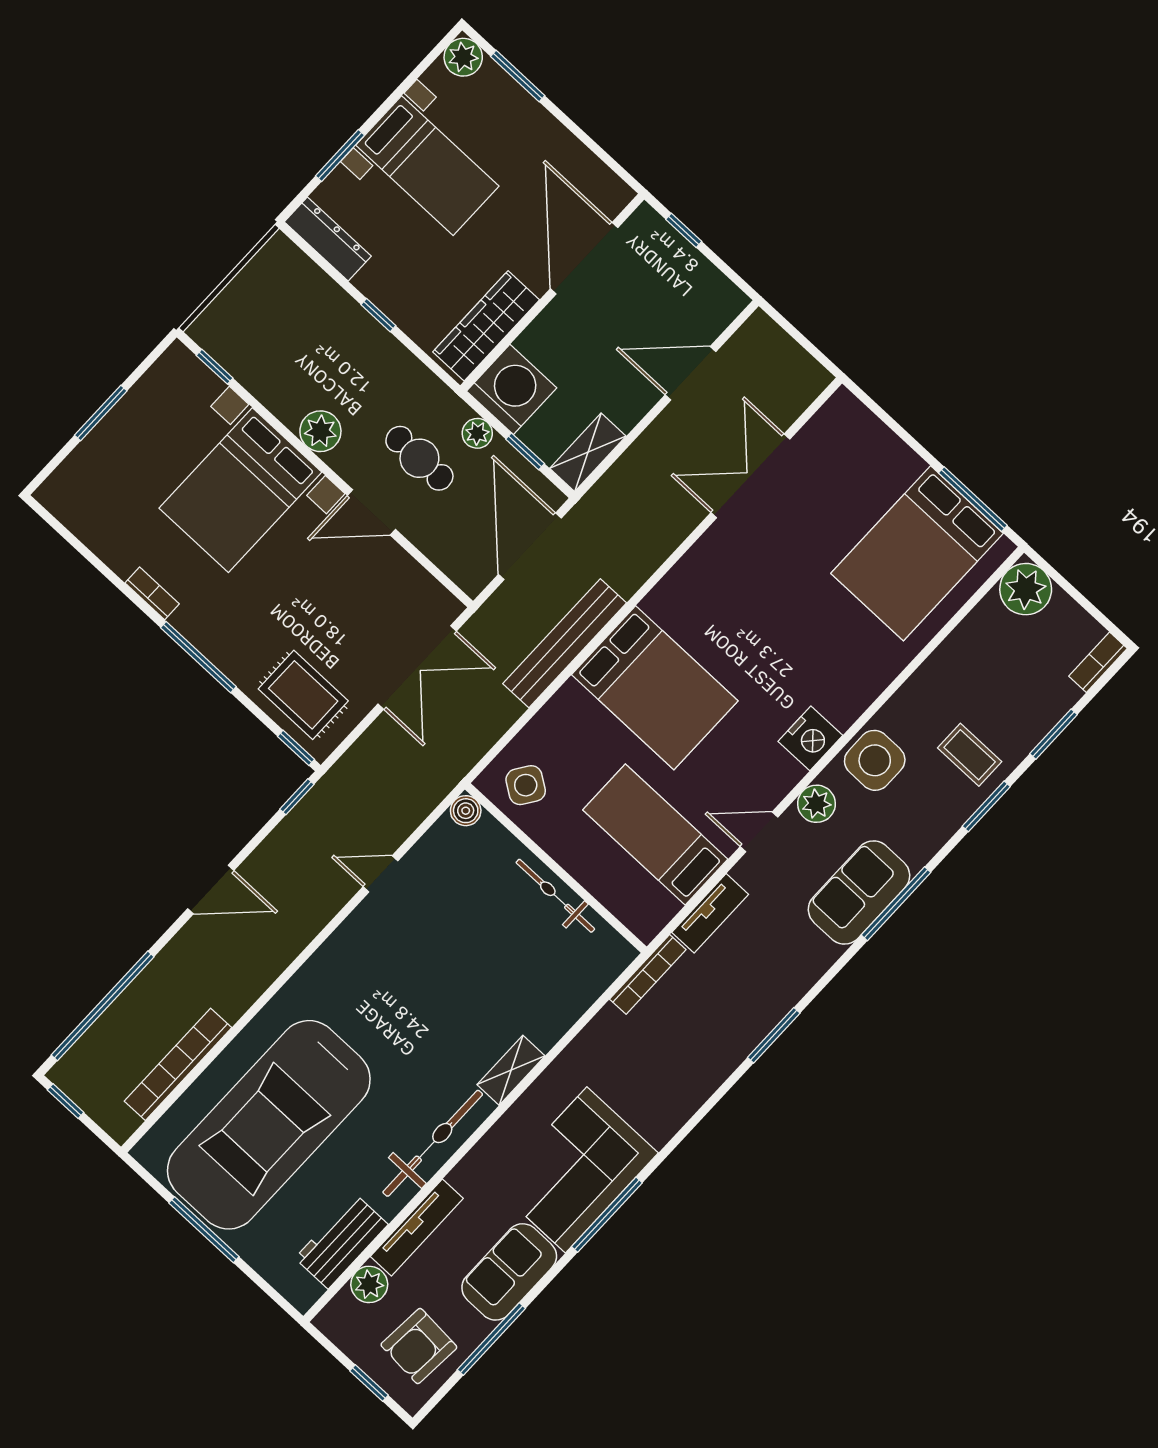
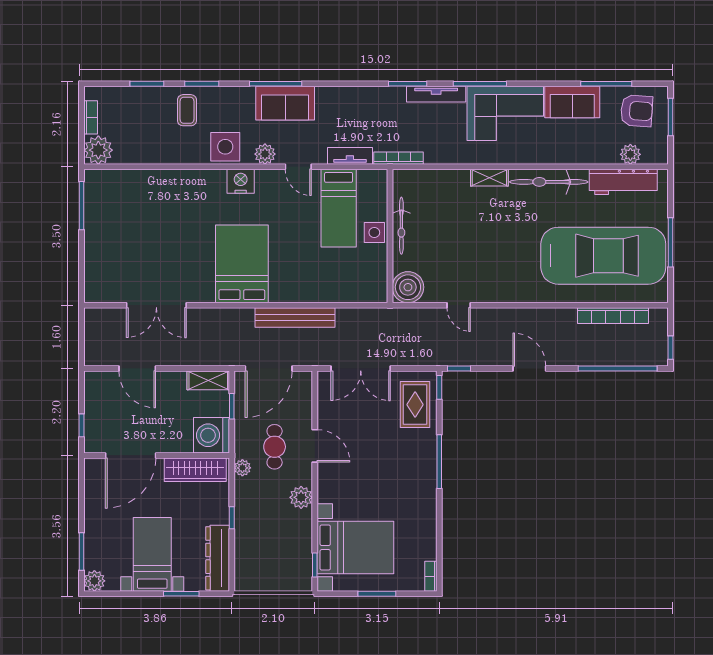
dresser: (328, 239) -> (218, 558), width x1.37, depth x1.24
plant: (477, 433) -> (242, 468), moved
bed with nightstands: (240, 490) -> (355, 548), moved
bed: (917, 553) -> (125, 208), removed
bookcase: (152, 593) -> (431, 576), moved
bookcase: (1098, 662) -> (91, 117), moved, turned -90
double door: (417, 667) -> (361, 368), swing flipped
bed: (655, 688) -> (242, 264), moved
side table: (526, 785) -> (374, 233), moved, turned -34
boiler: (466, 811) -> (408, 287), width x1.86, depth x1.86
window: (774, 1035) -> (408, 84), moved
window: (607, 1215) -> (480, 84), moved
tv unit: (417, 1227) -> (436, 94), moved, turned 180
workbench: (341, 1241) -> (623, 182), width x1.38
window: (369, 1383) -> (671, 117), width x1.50

